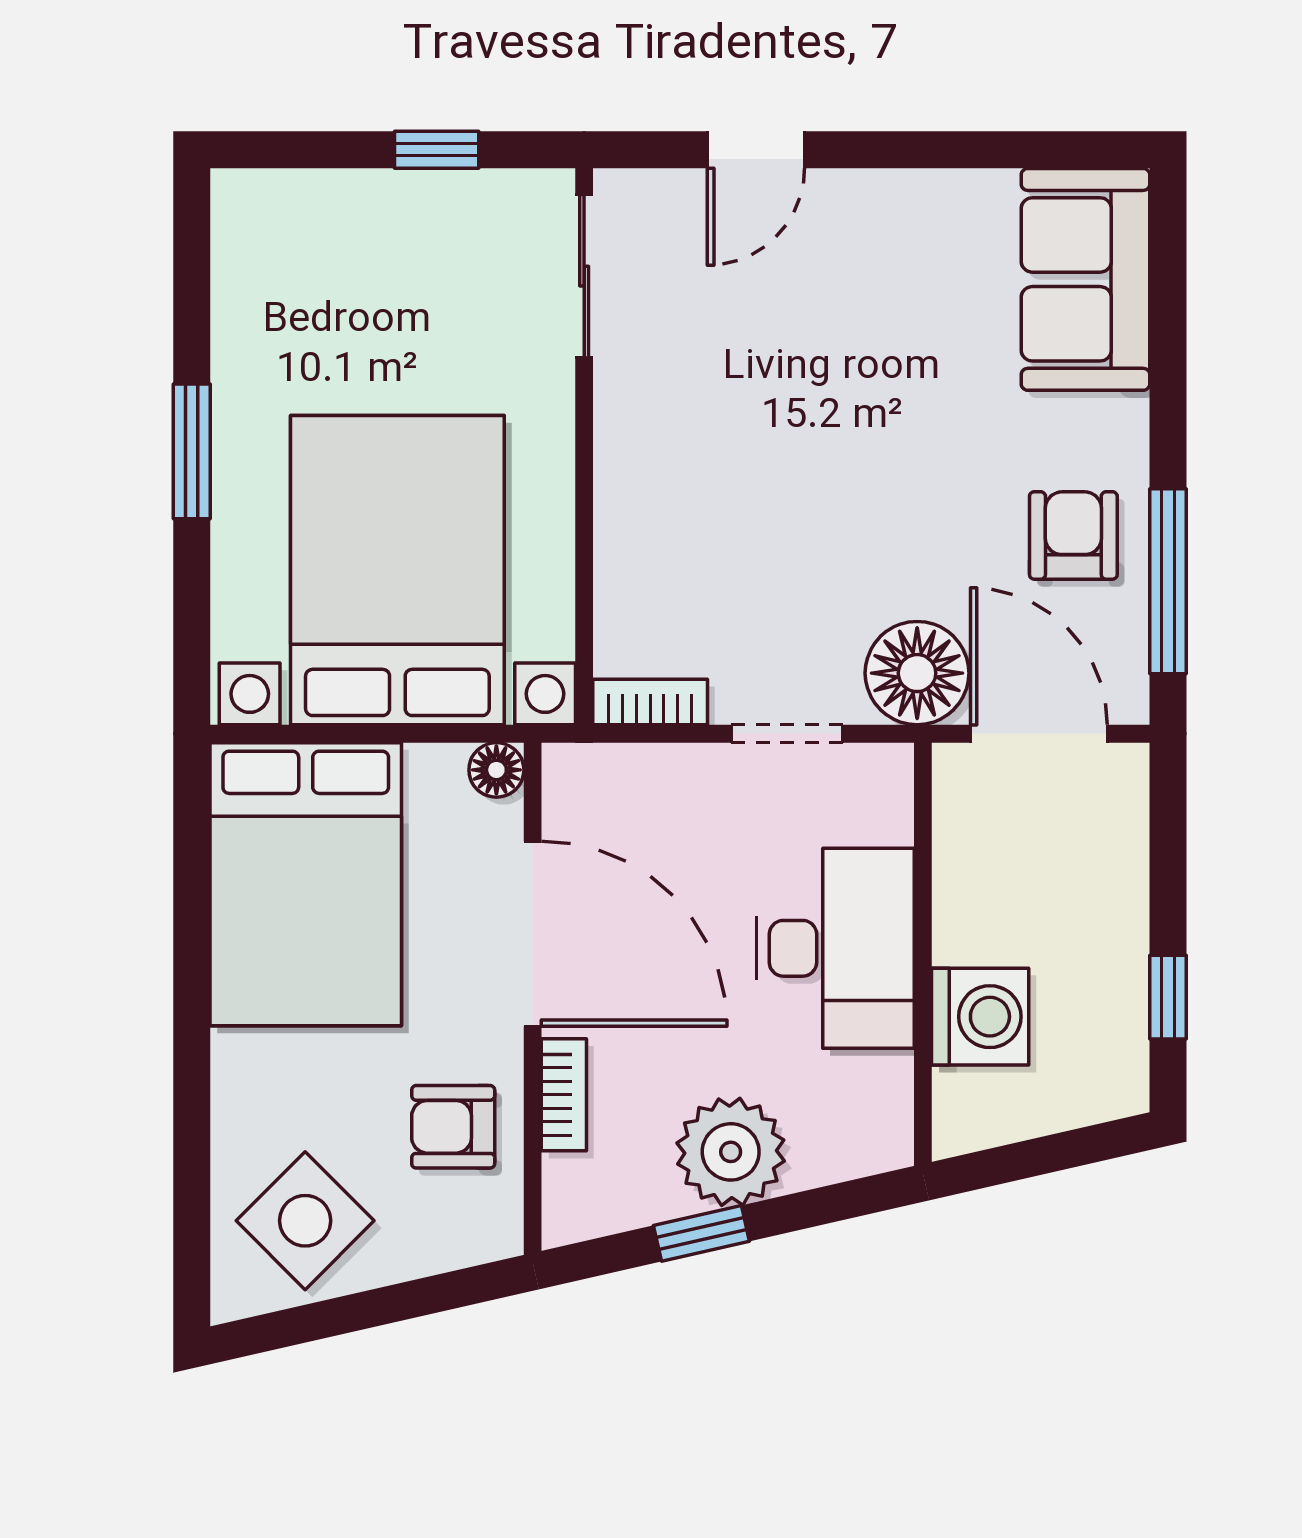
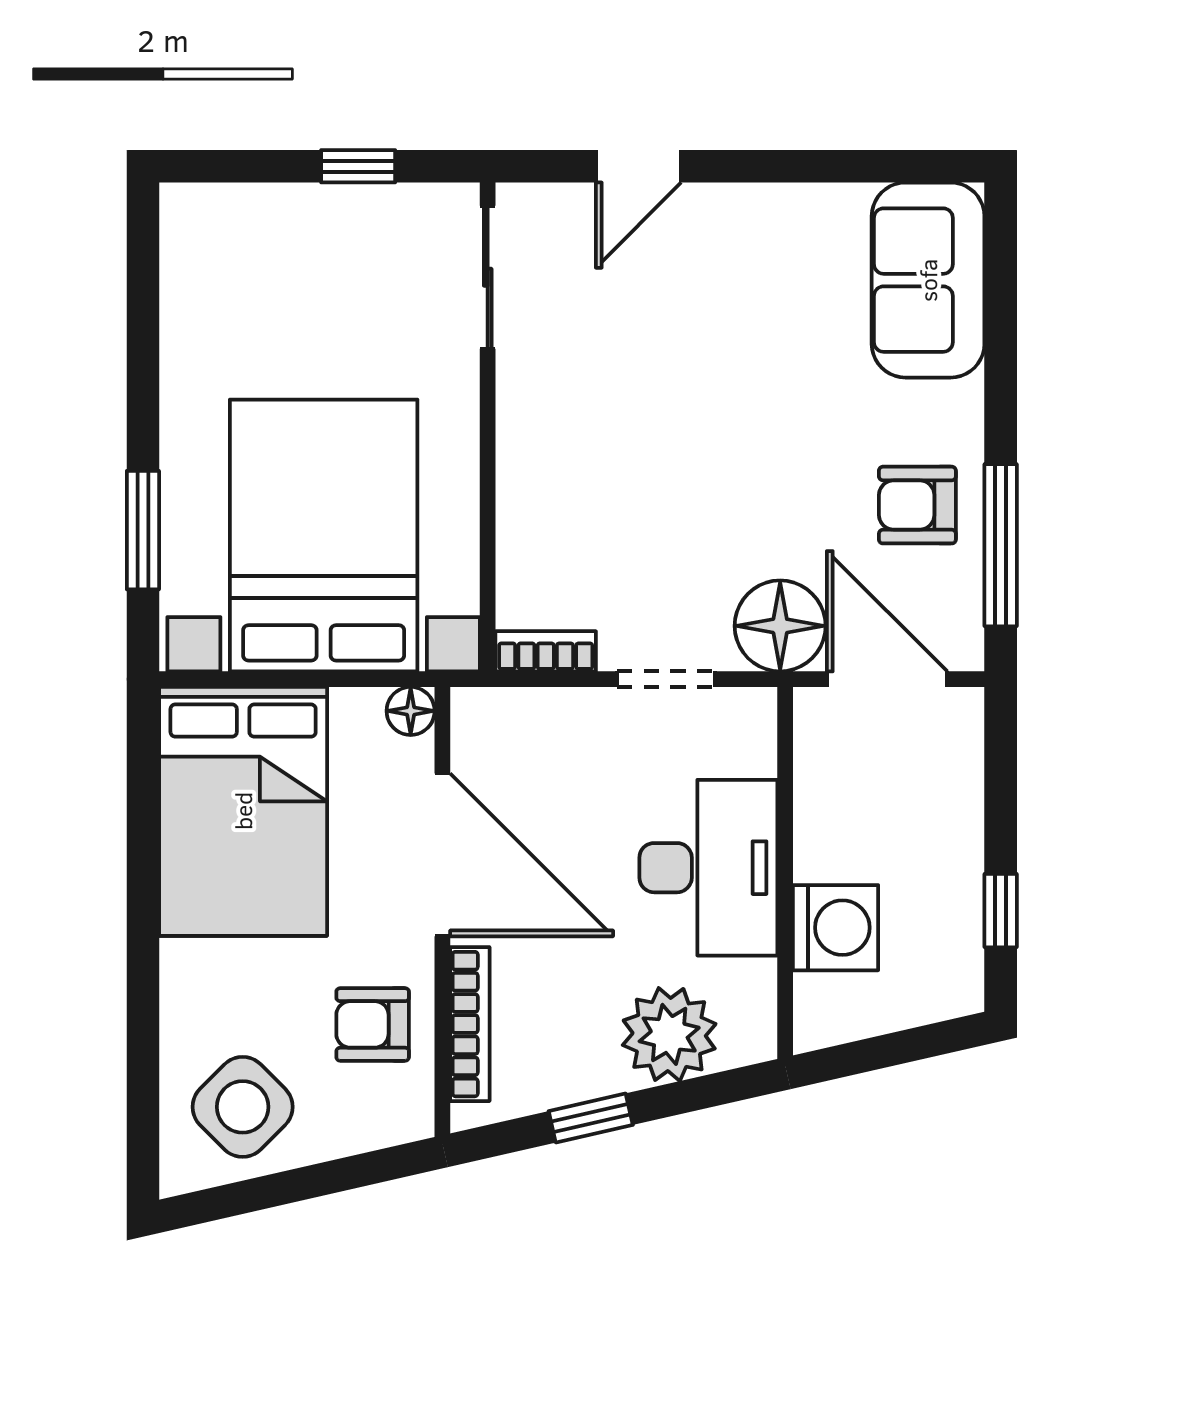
window: (192, 451) -> (143, 530), moved
armchair: (1073, 535) -> (917, 505), turned -90
bookcase: (564, 1095) -> (470, 1024), width x1.56
plant: (731, 1152) -> (669, 1034), moved

